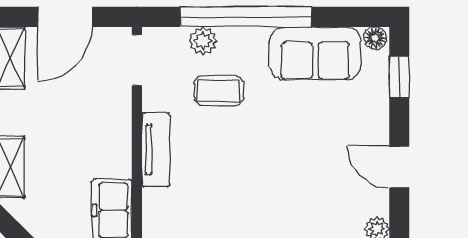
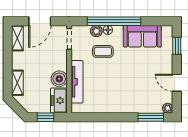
floor lamp: (375, 38) -> (108, 30), moved
tv unit: (156, 150) -> (77, 82), width x1.41
boiler: (112, 157) -> (59, 79), added

